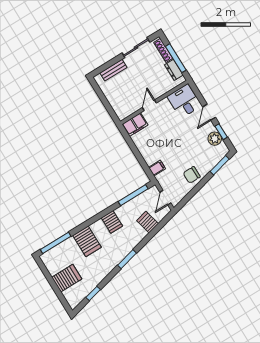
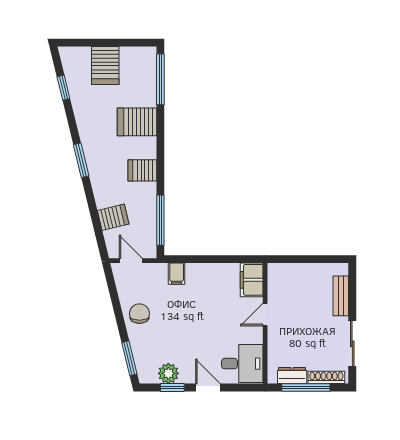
door: (149, 105) -> (265, 315), swing flipped

